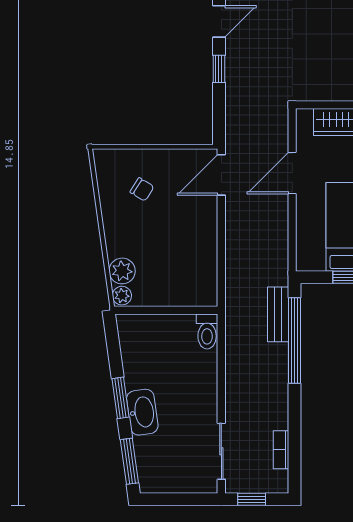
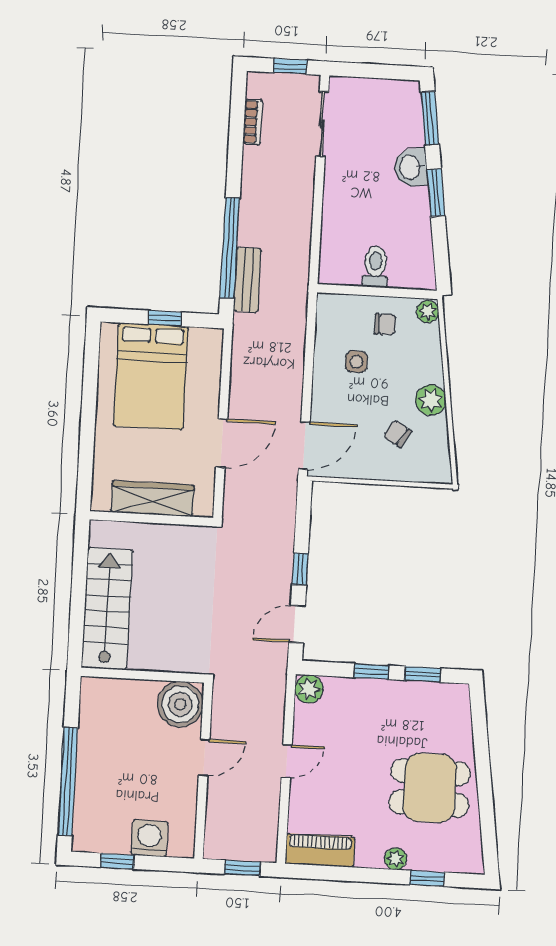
side table: (181, 249) -> (356, 362), added
plant: (122, 271) -> (431, 400), moved
chair: (158, 283) -> (385, 324), added
toilet: (207, 331) -> (375, 267), moved
washbasin: (142, 412) -> (411, 167), width x0.72

